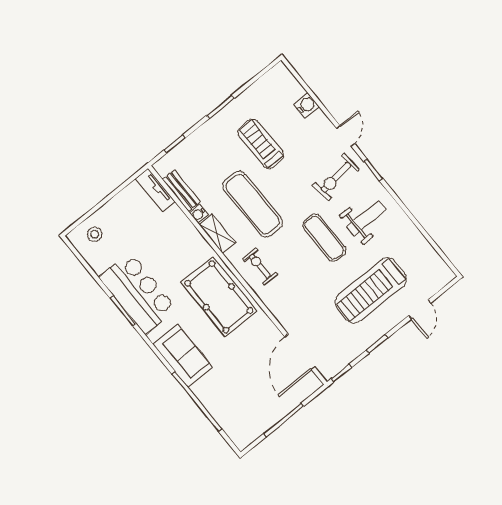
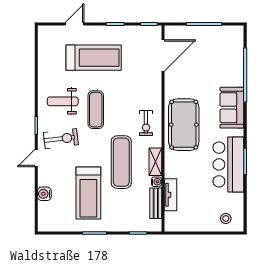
treadmill: (261, 144) -> (88, 193), width x1.37, depth x1.38
tv unit: (155, 190) -> (170, 195), moved

